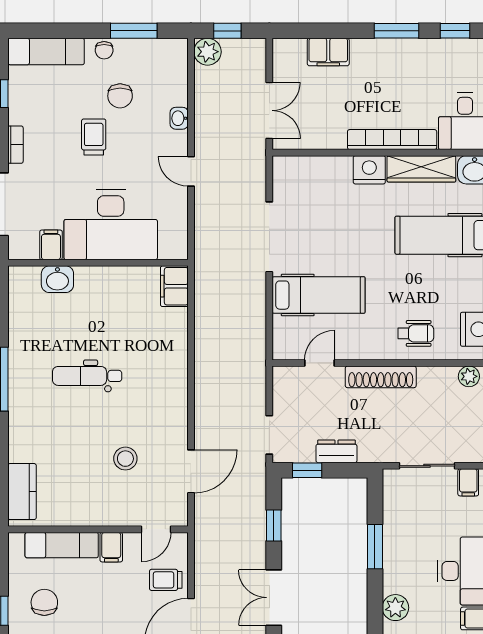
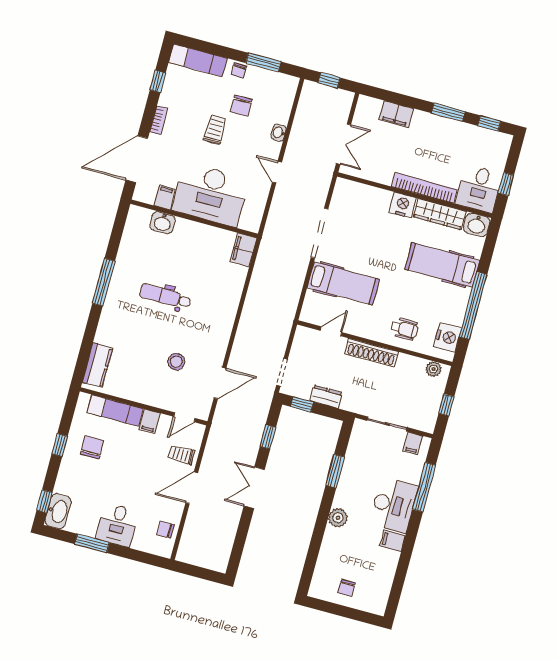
plant: (207, 52) -> (311, 91), removed

